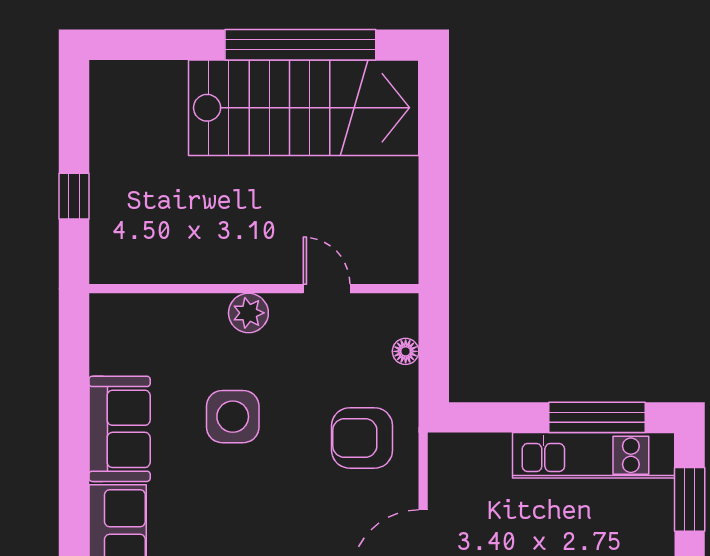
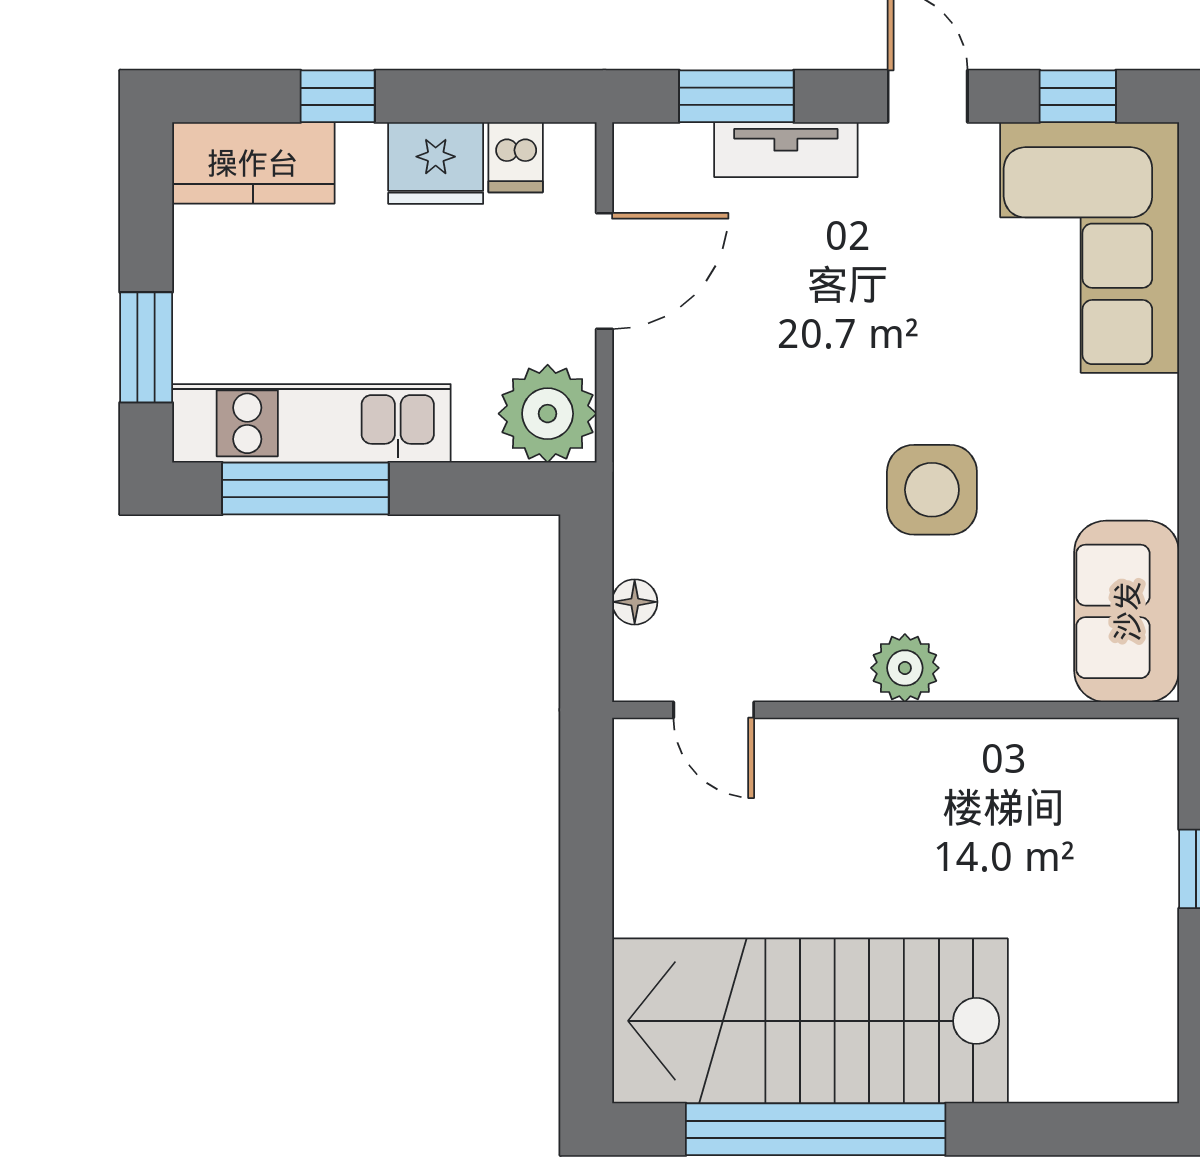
door: (327, 289) -> (714, 710), moved
sofa: (120, 429) -> (1127, 611), moved
armchair: (362, 438) -> (709, 453), removed
plant: (456, 461) -> (548, 414), added

